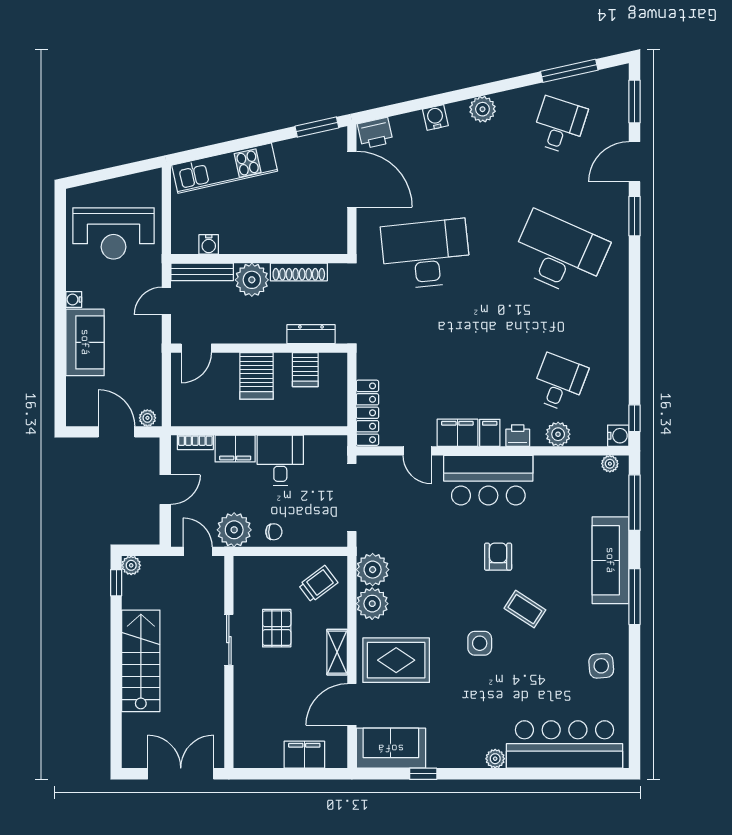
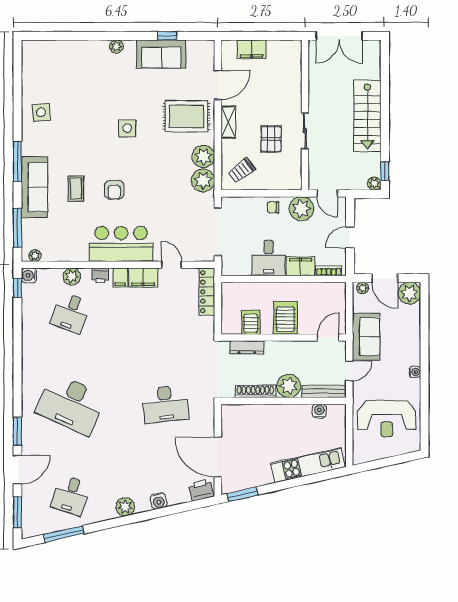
reception desk: (113, 233) -> (387, 419), turned 180
desk: (426, 254) -> (165, 404), width x0.73, depth x0.77
sofa: (85, 342) -> (366, 337), moved, turned 180
plant: (82, 411) -> (409, 293), added
coffee table: (525, 609) -> (76, 189), moved, turned 57
bar counter: (565, 744) -> (67, 57), removed
sofa: (391, 748) -> (161, 54), moved

